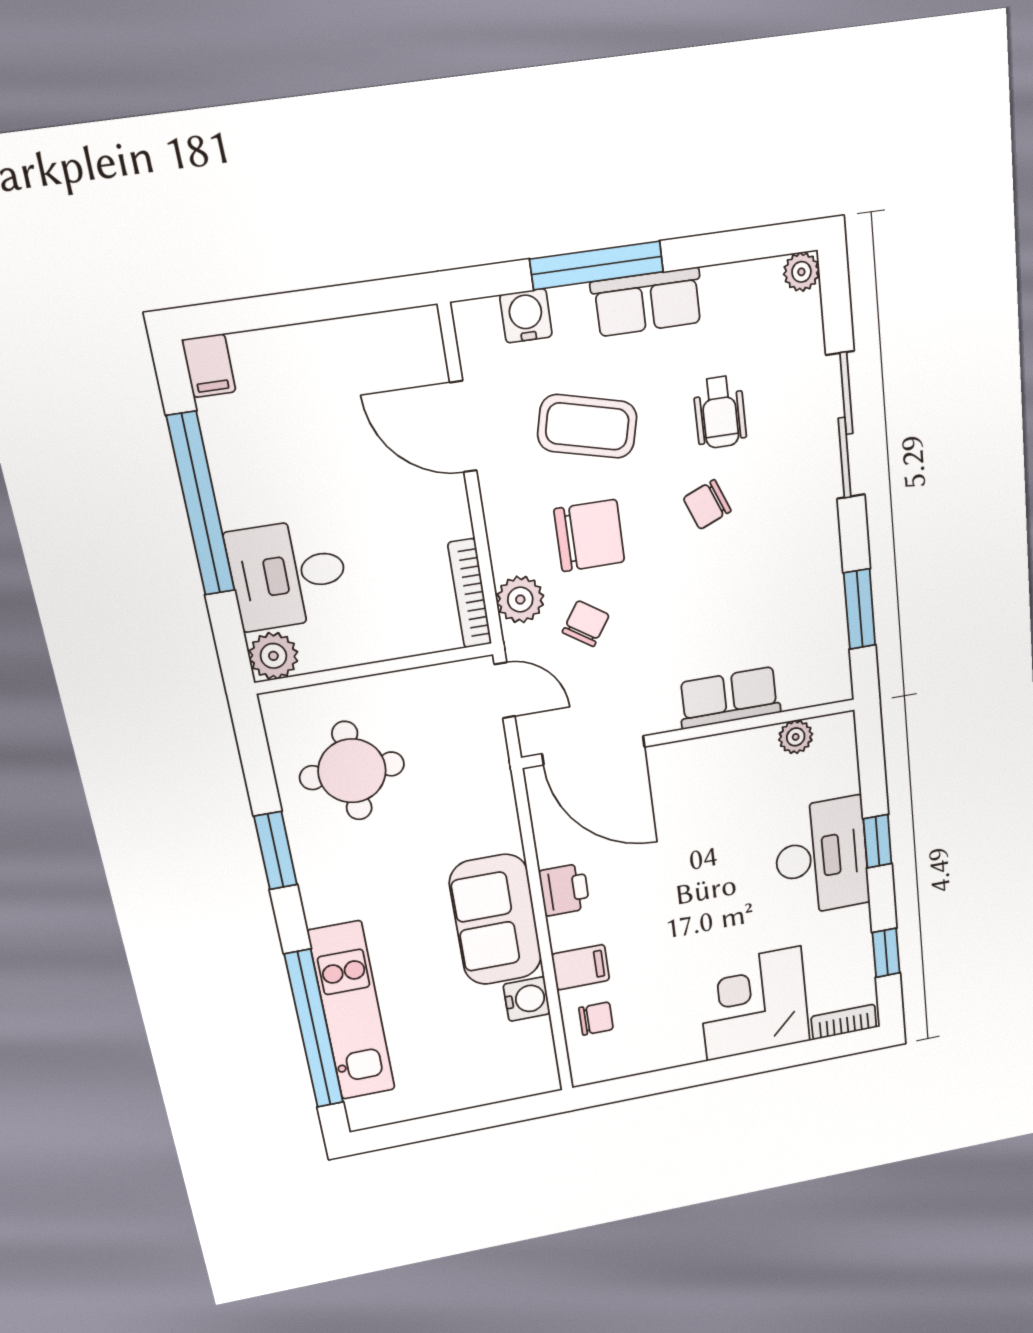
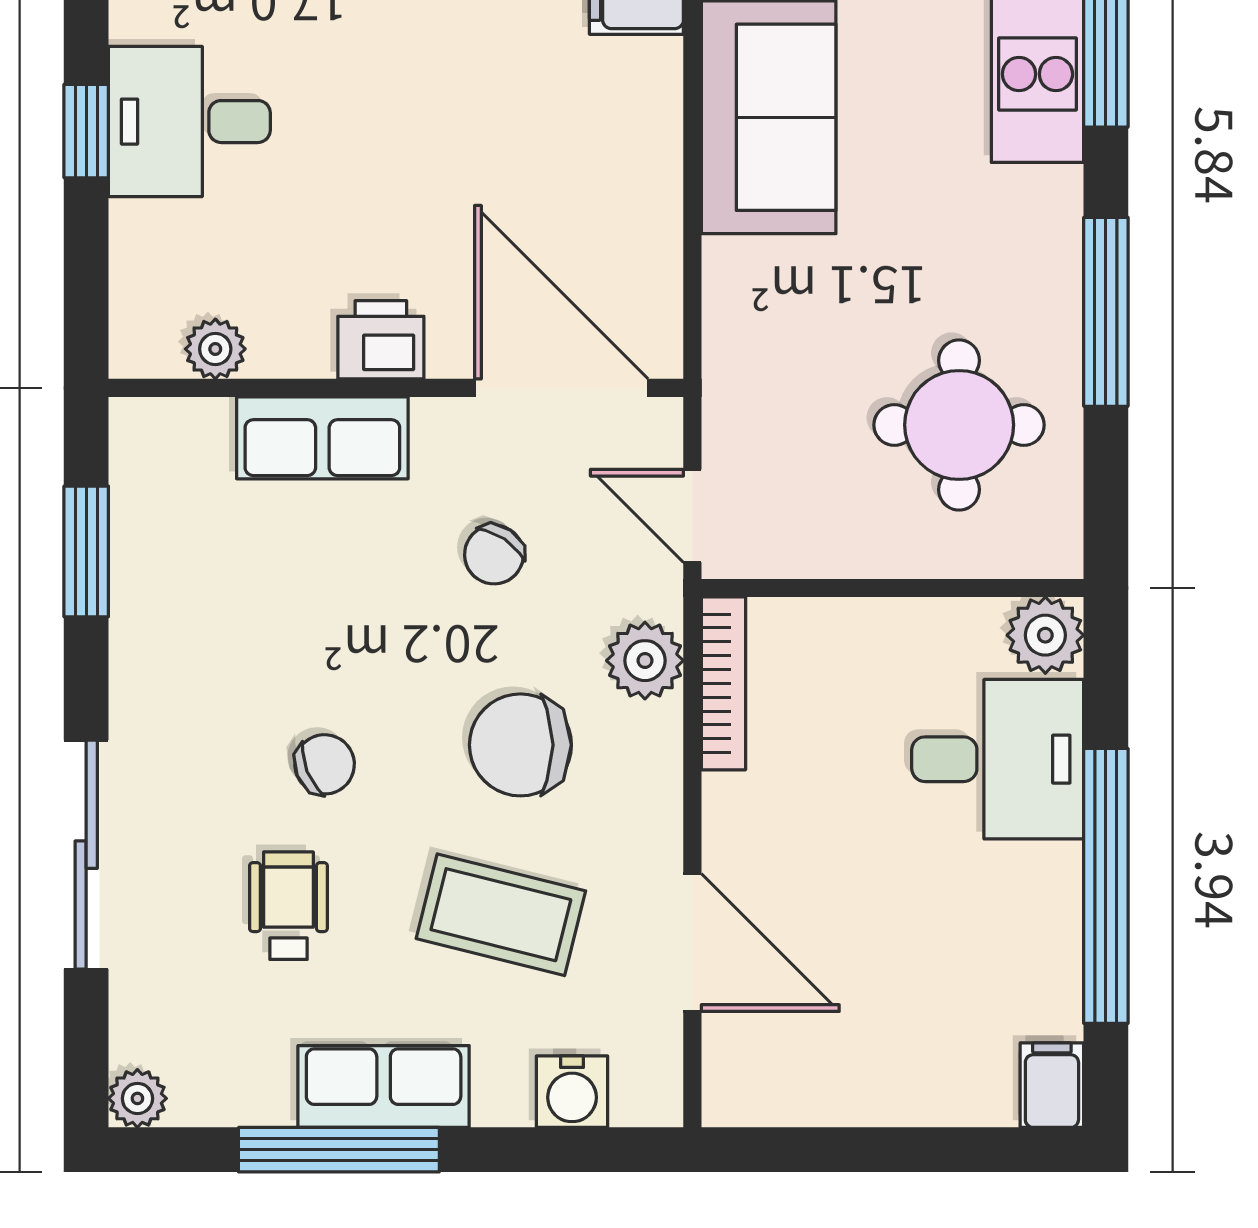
window: (597, 265) -> (339, 1150), moved
chair: (586, 624) -> (494, 555), moved
window: (276, 851) -> (1106, 312), width x1.44
desk: (821, 857) -> (189, 122), width x0.73
printer: (564, 890) -> (381, 340), moved, turned 90

